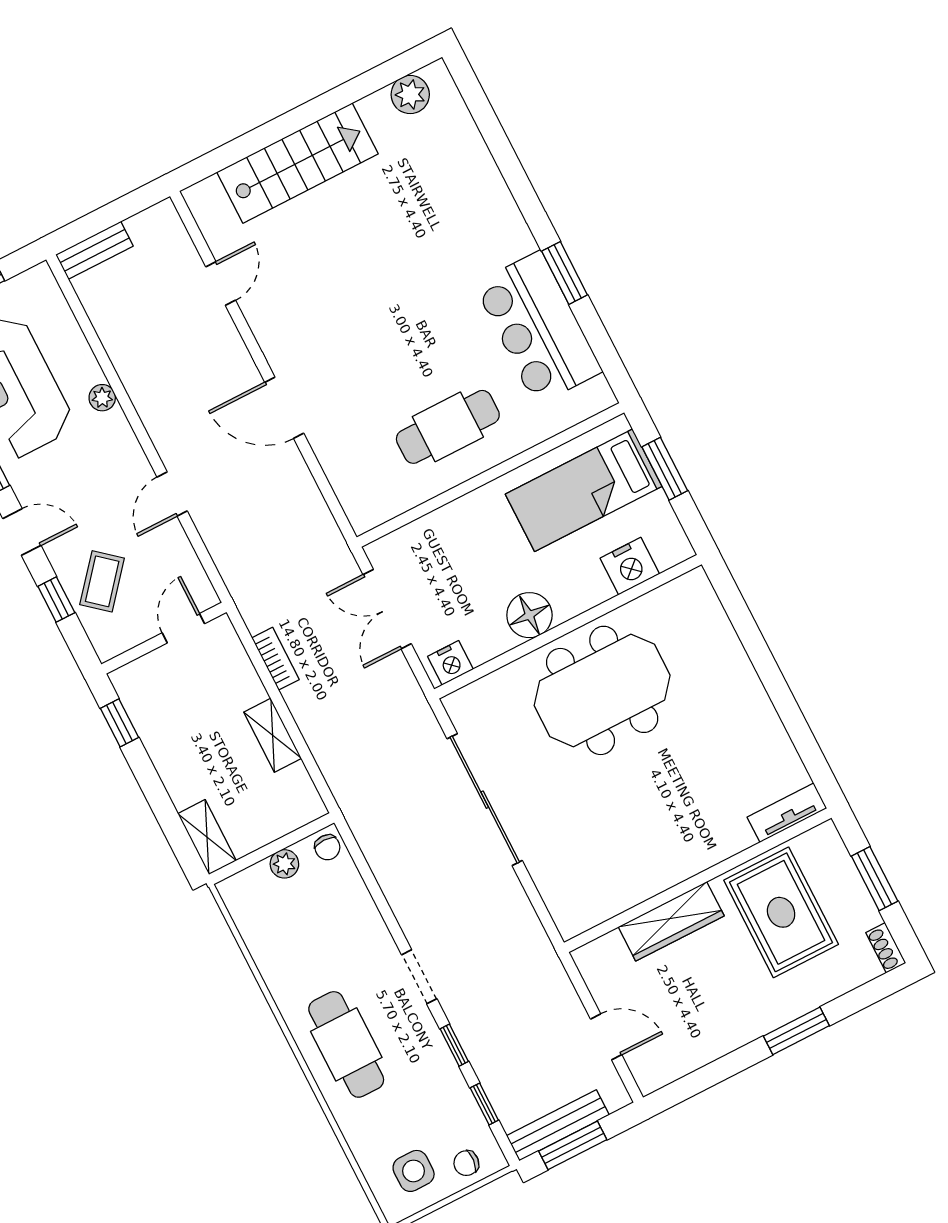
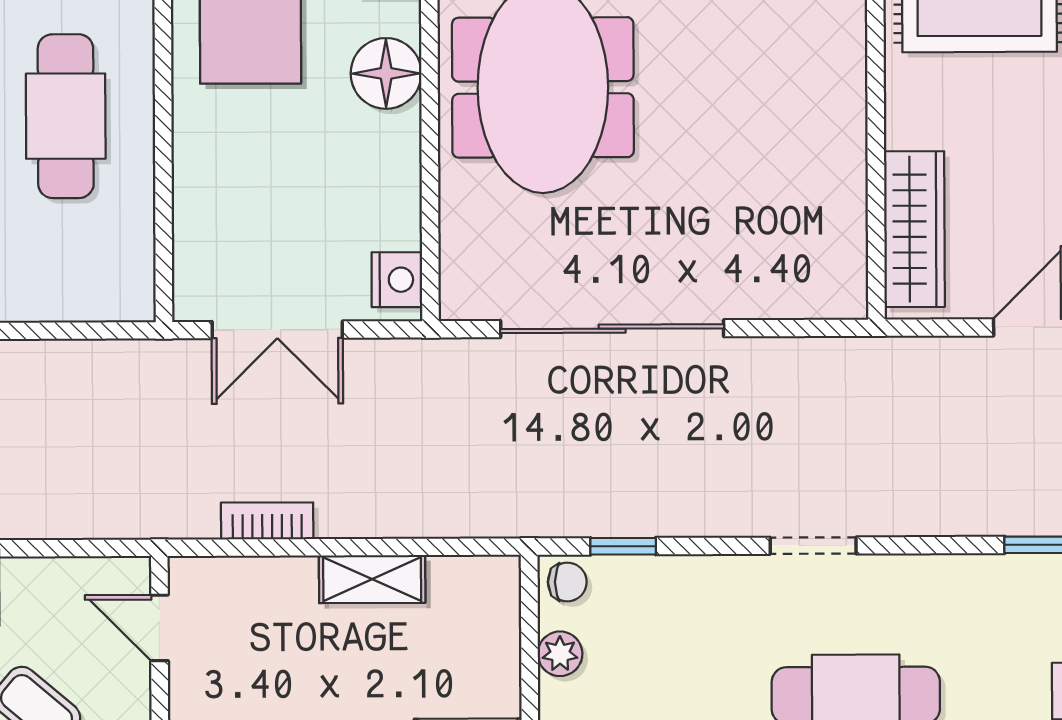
floor lamp: (529, 615) -> (386, 73), moved
wardrobe: (671, 921) -> (914, 229), moved
window: (454, 1045) -> (623, 546), moved

